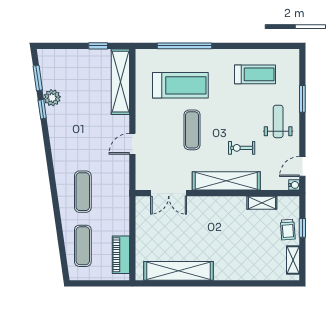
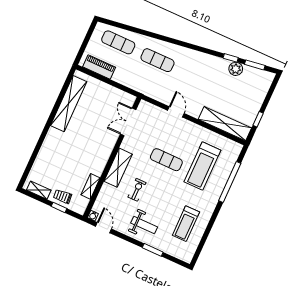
shelving: (226, 181) -> (118, 168), width x0.68

